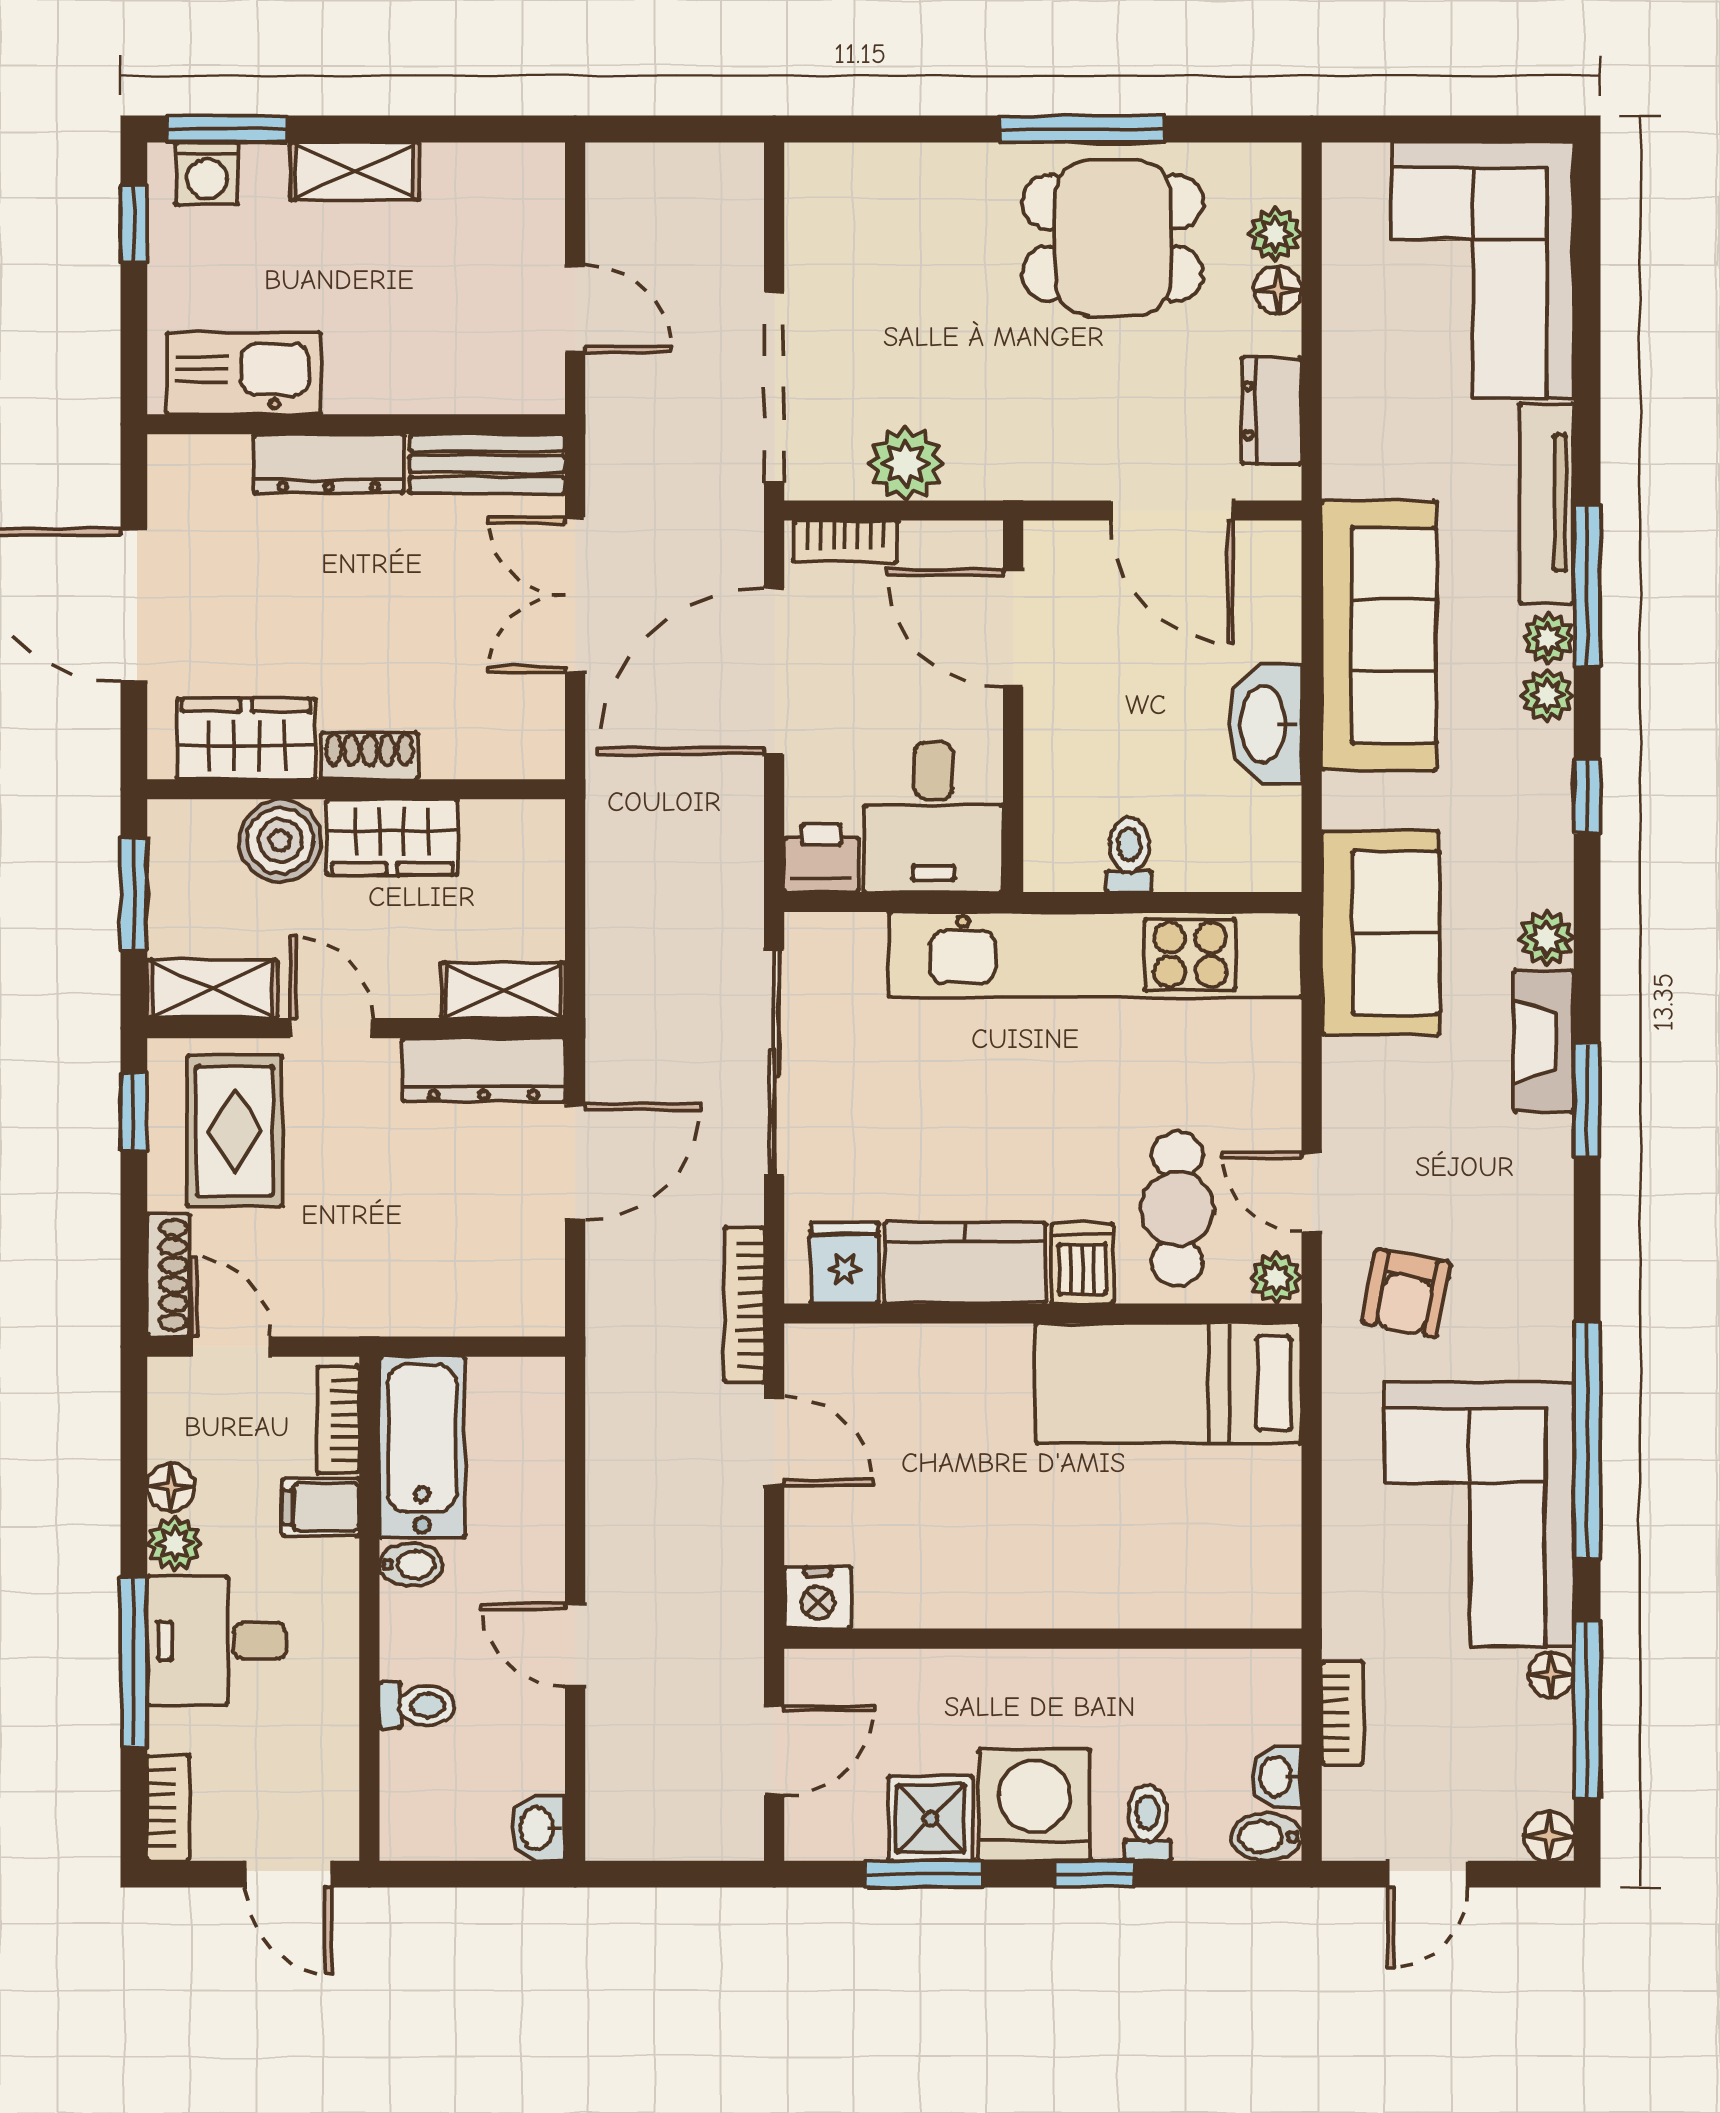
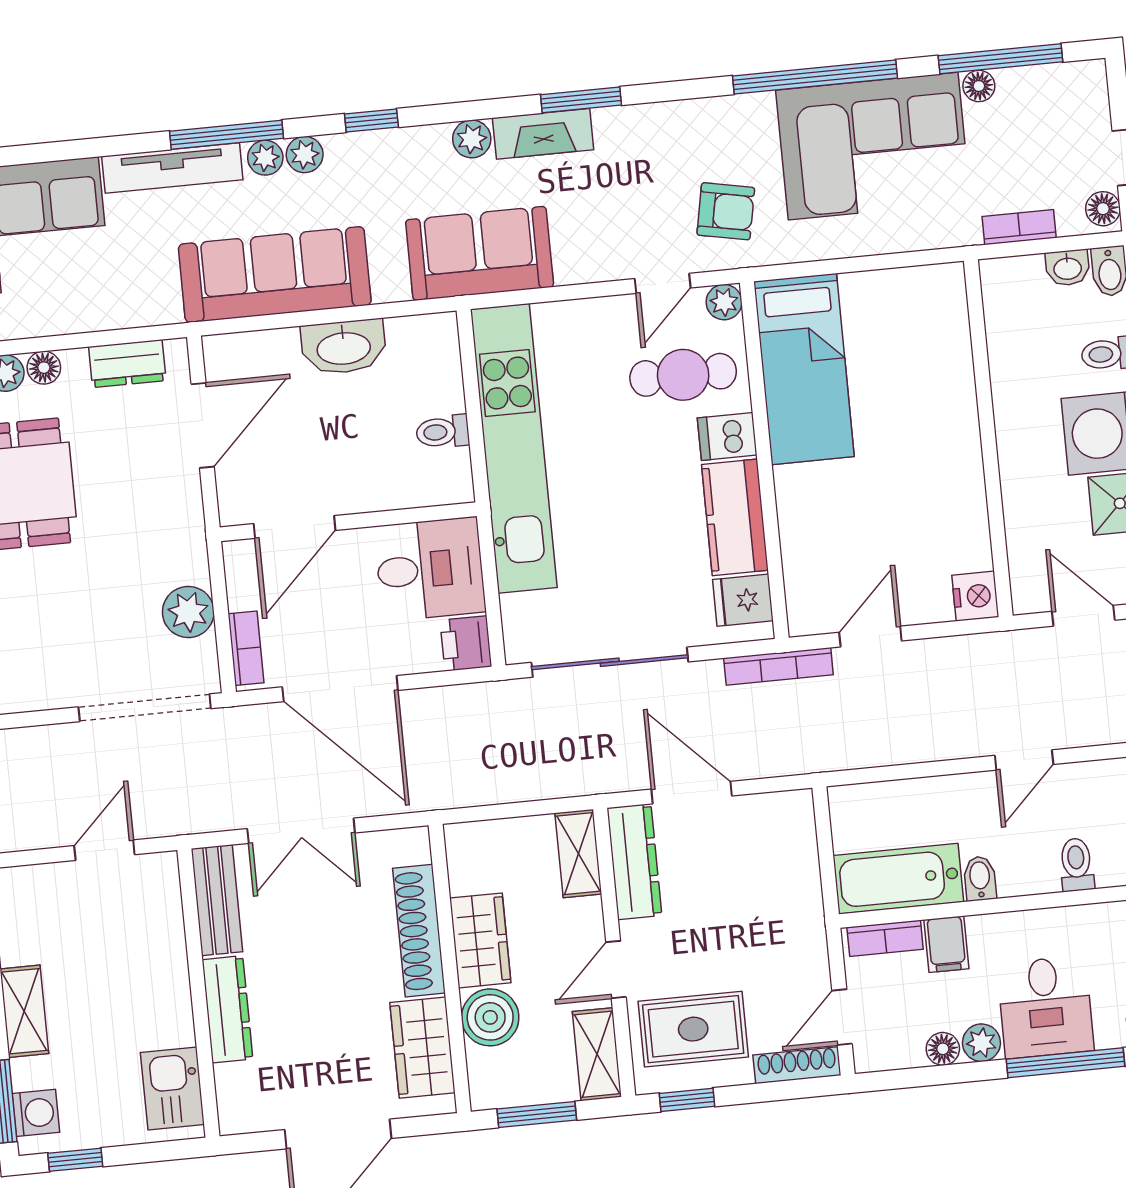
kitchen sink: (244, 373) -> (172, 1089), width x0.73
shoe rack: (369, 756) -> (419, 931), width x1.94, depth x1.24
floor lamp: (1549, 1836) -> (1103, 209), moved

